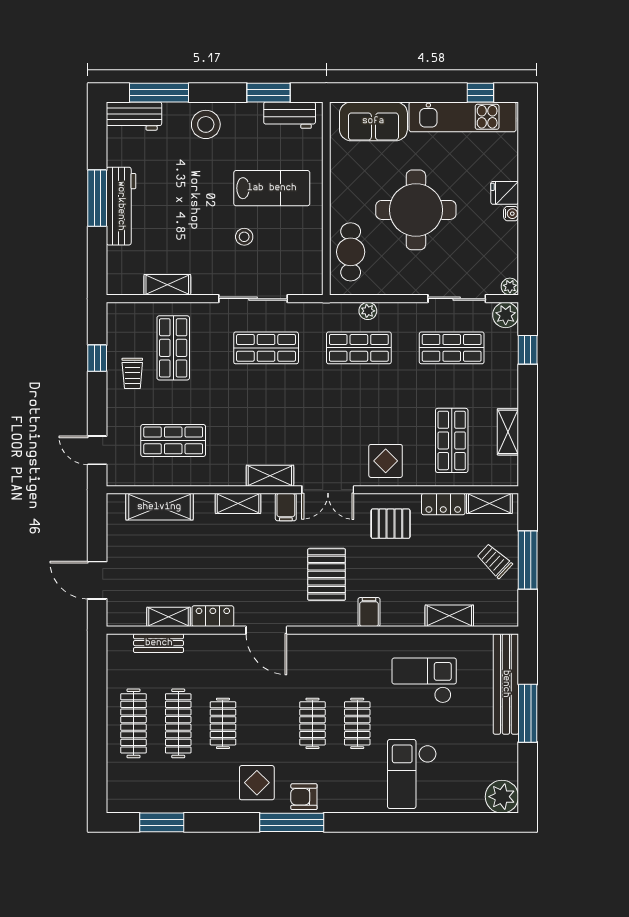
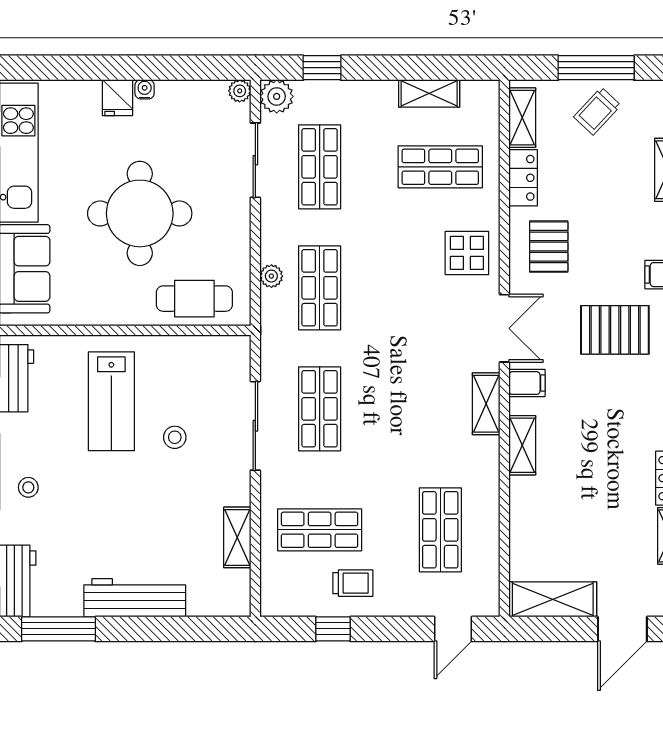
stool: (206, 124) -> (28, 487), width x0.53, depth x0.53
lab bench: (272, 188) -> (111, 401), turned 180
window: (97, 198) -> (58, 629), moved
shelving: (159, 507) -> (553, 599), moved, turned 90

